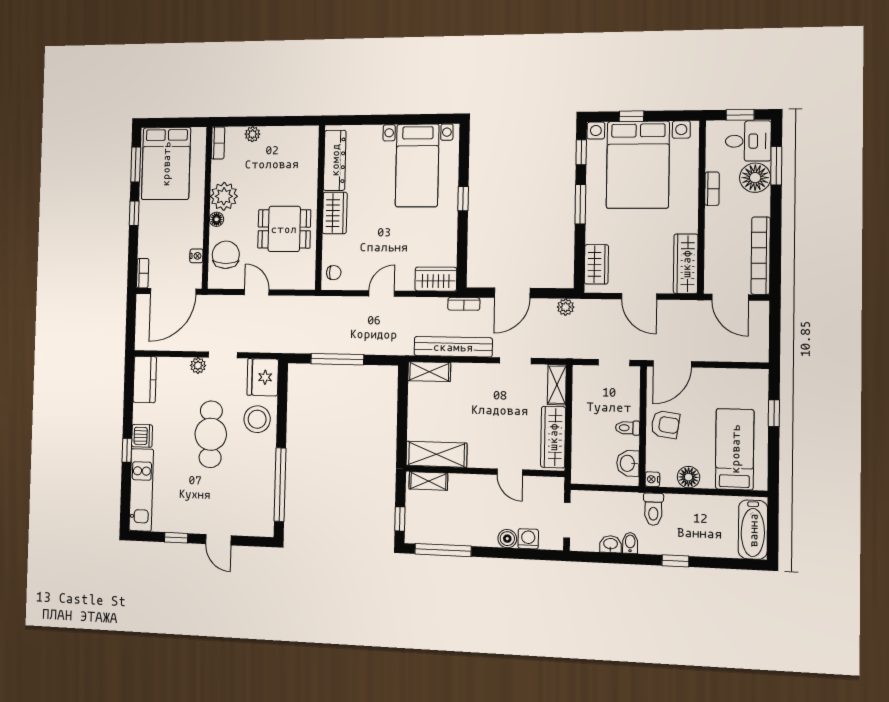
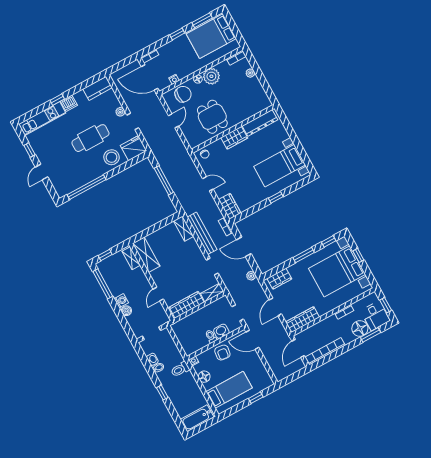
washbasin: (628, 463) -> (221, 331), moved
washing machine: (528, 539) -> (121, 301), moved

